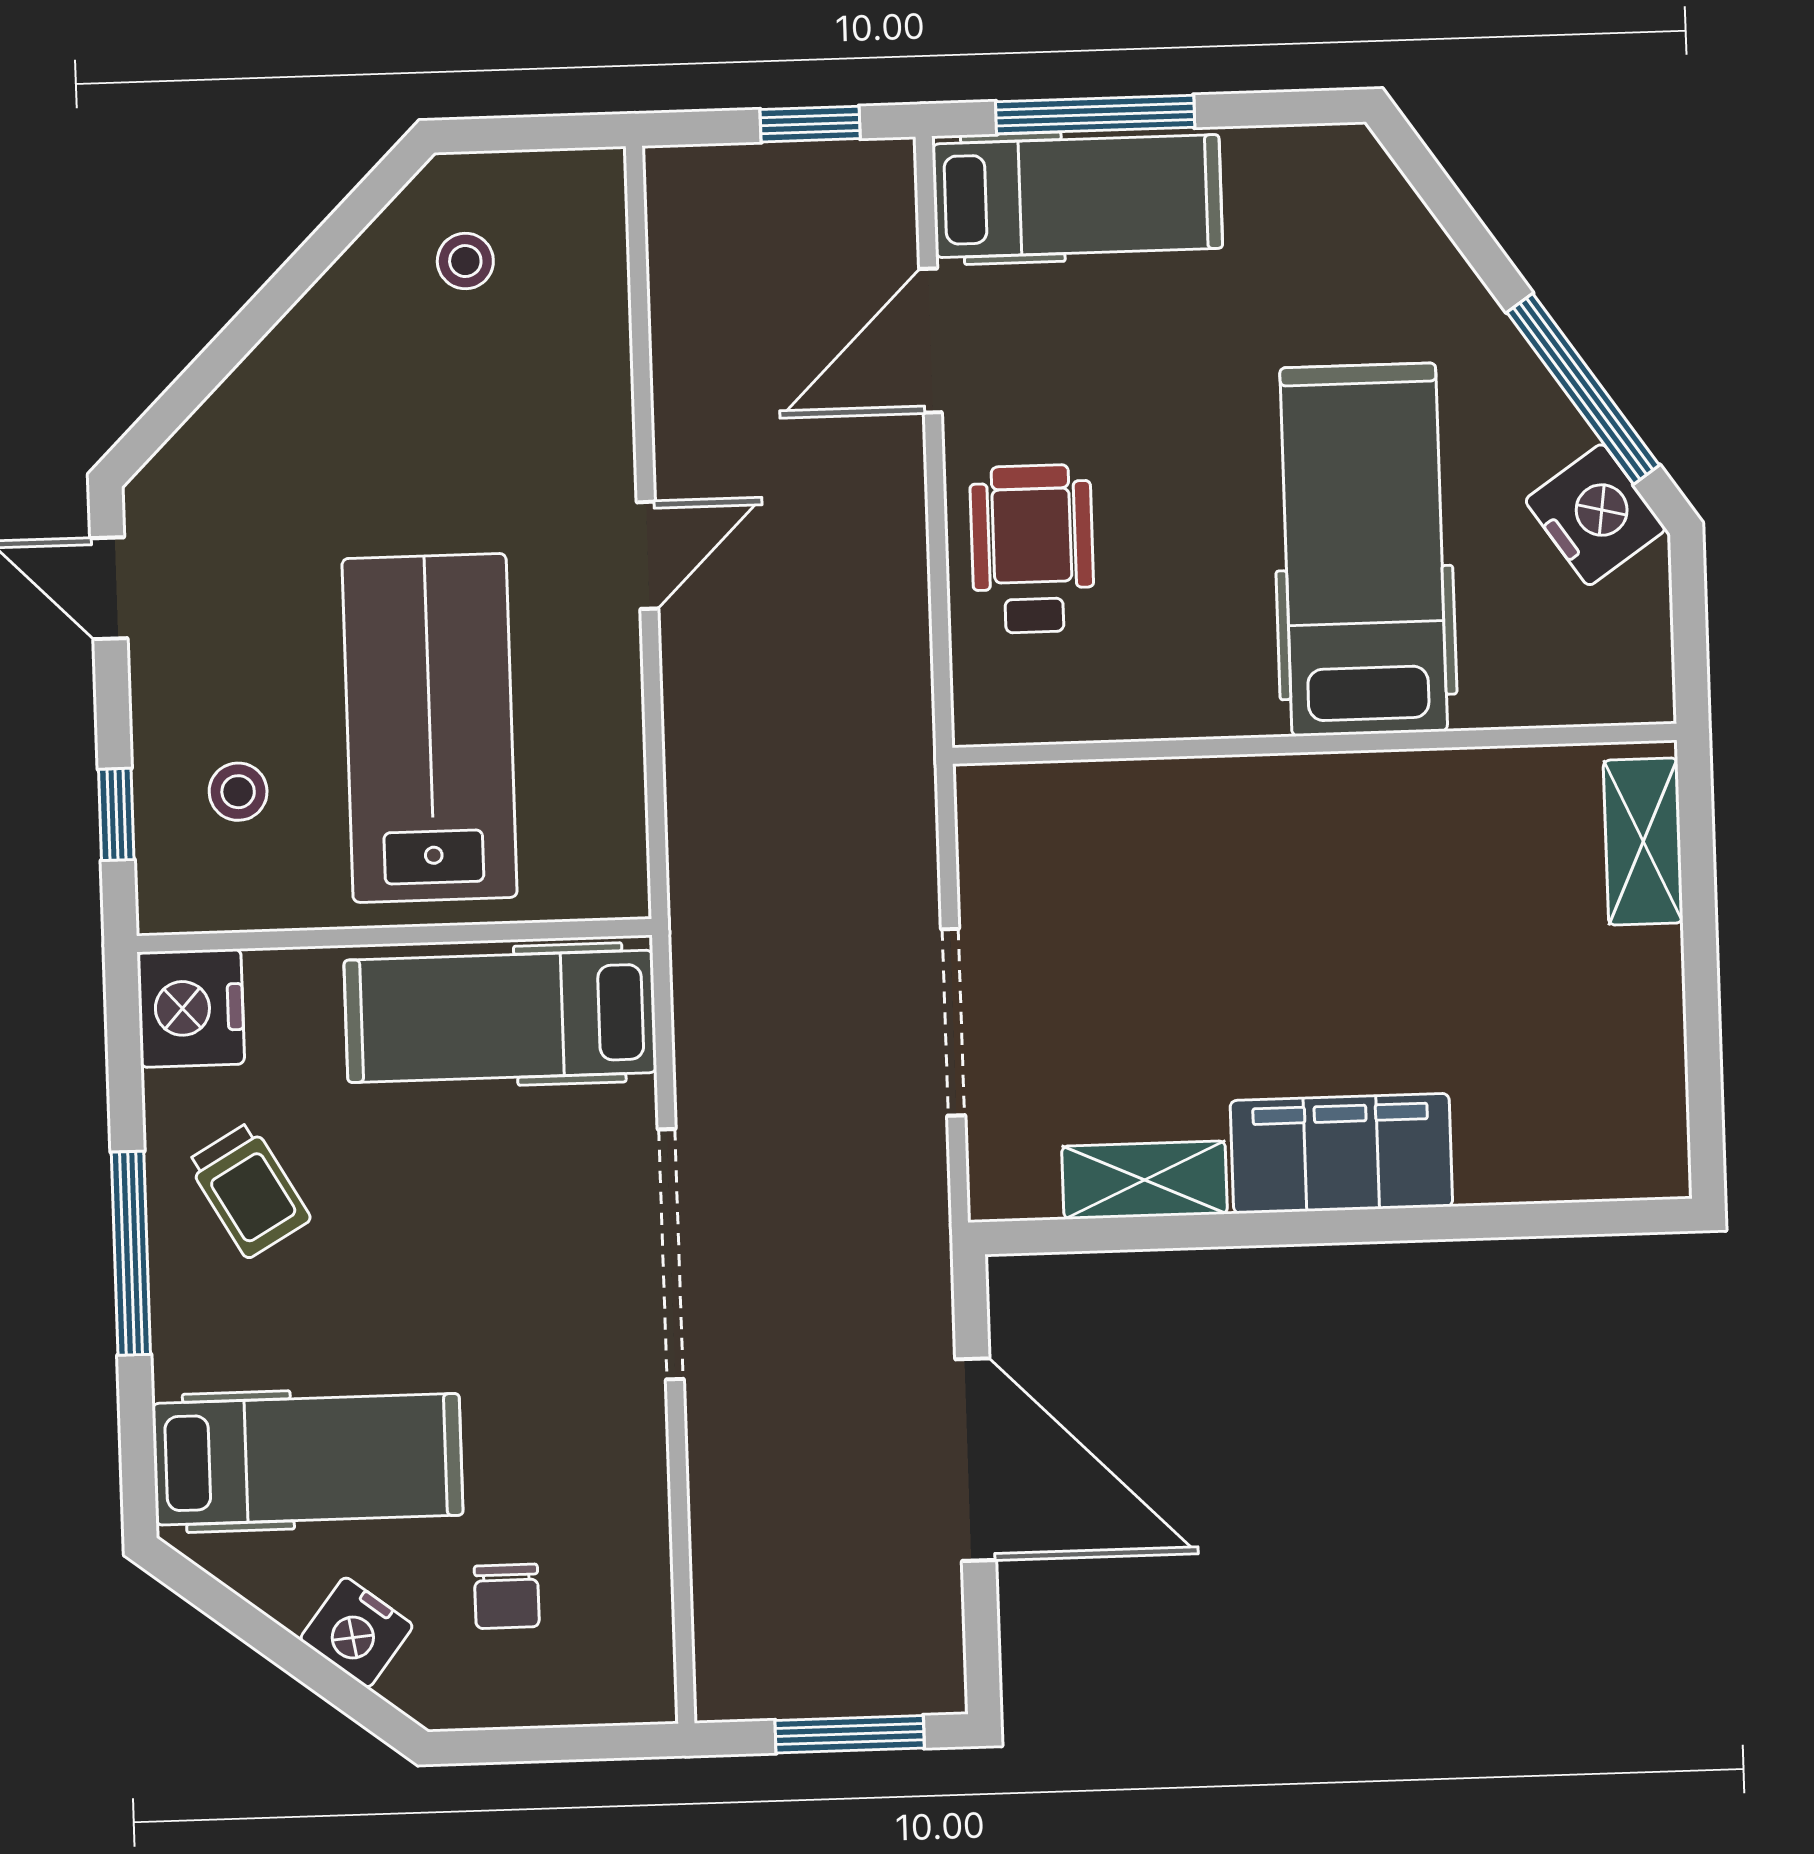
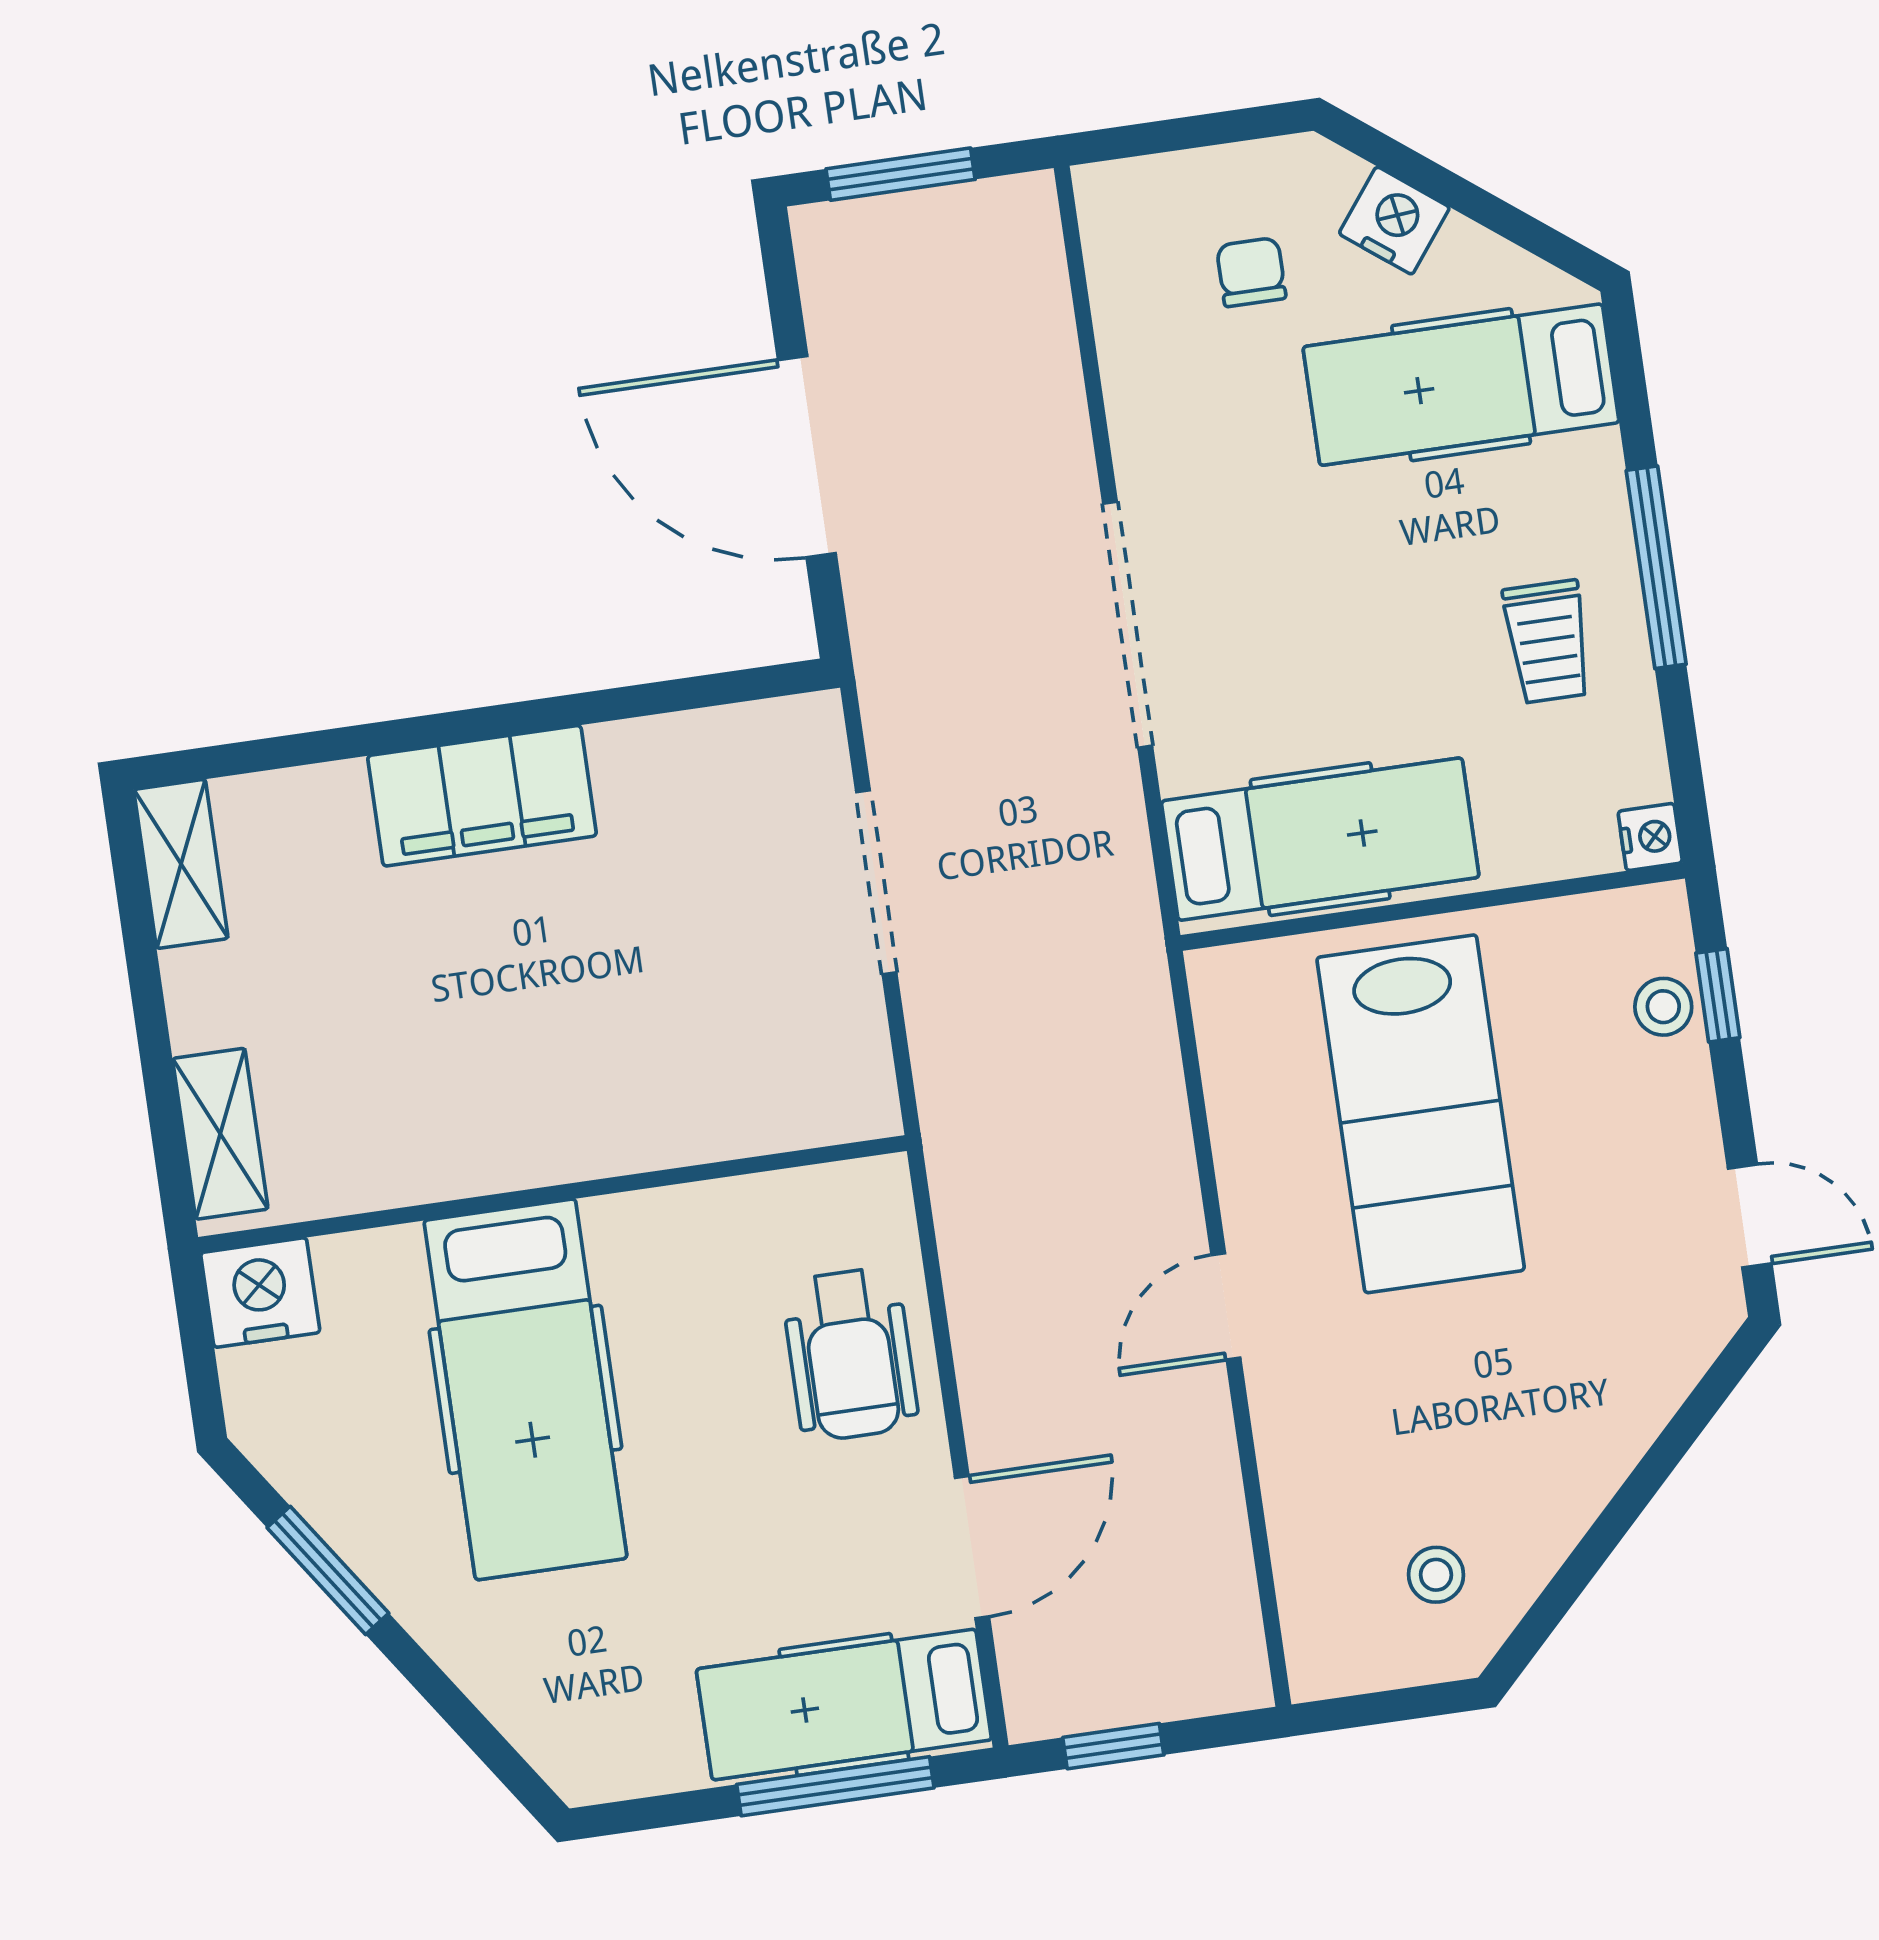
window: (1583, 389) -> (328, 1570), width x0.69
nightstand: (1595, 515) -> (260, 1293), moved, turned 125
stool: (238, 792) -> (1663, 1007), moved
nightstand: (191, 1008) -> (1650, 837), width x0.53, depth x0.56
shelving: (1145, 1180) -> (181, 864), moved, turned 90
trolley: (249, 1190) -> (1548, 642), turned -150

